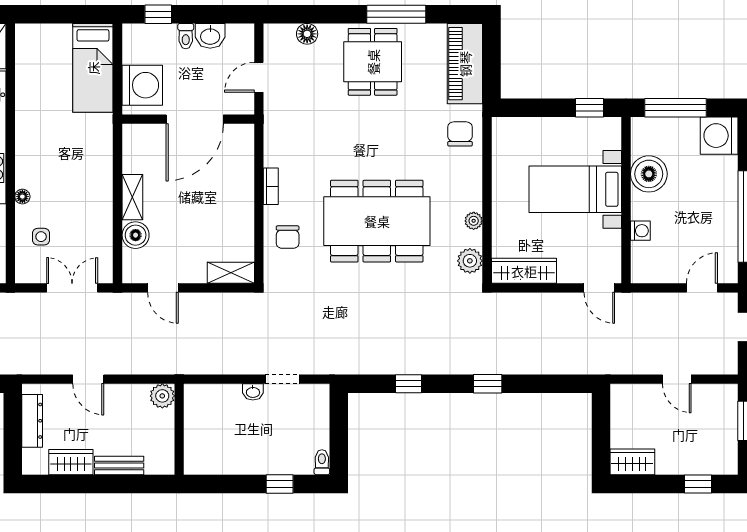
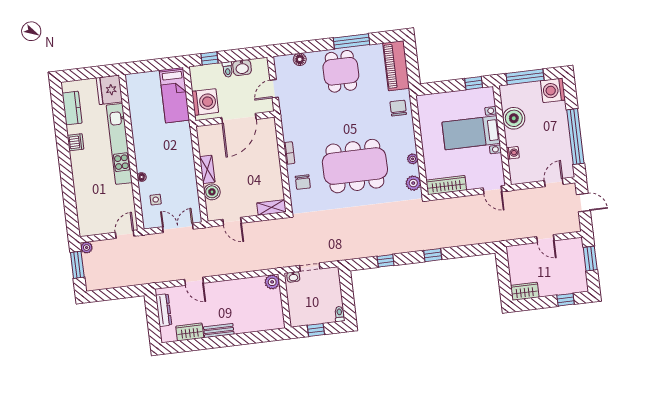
plant: (162, 396) -> (272, 282), moved
wall: (179, 429) -> (285, 301), moved

